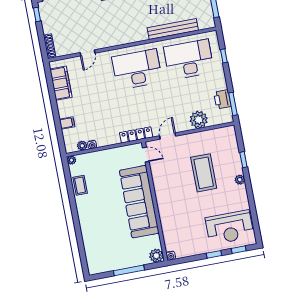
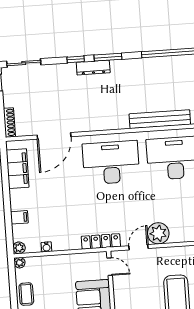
door: (88, 53) -> (54, 136), width x1.88
plant: (199, 120) -> (158, 233), moved
plant: (82, 146) -> (19, 248), moved

